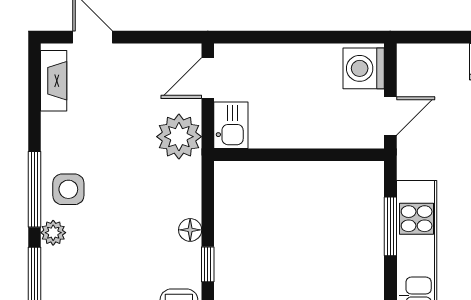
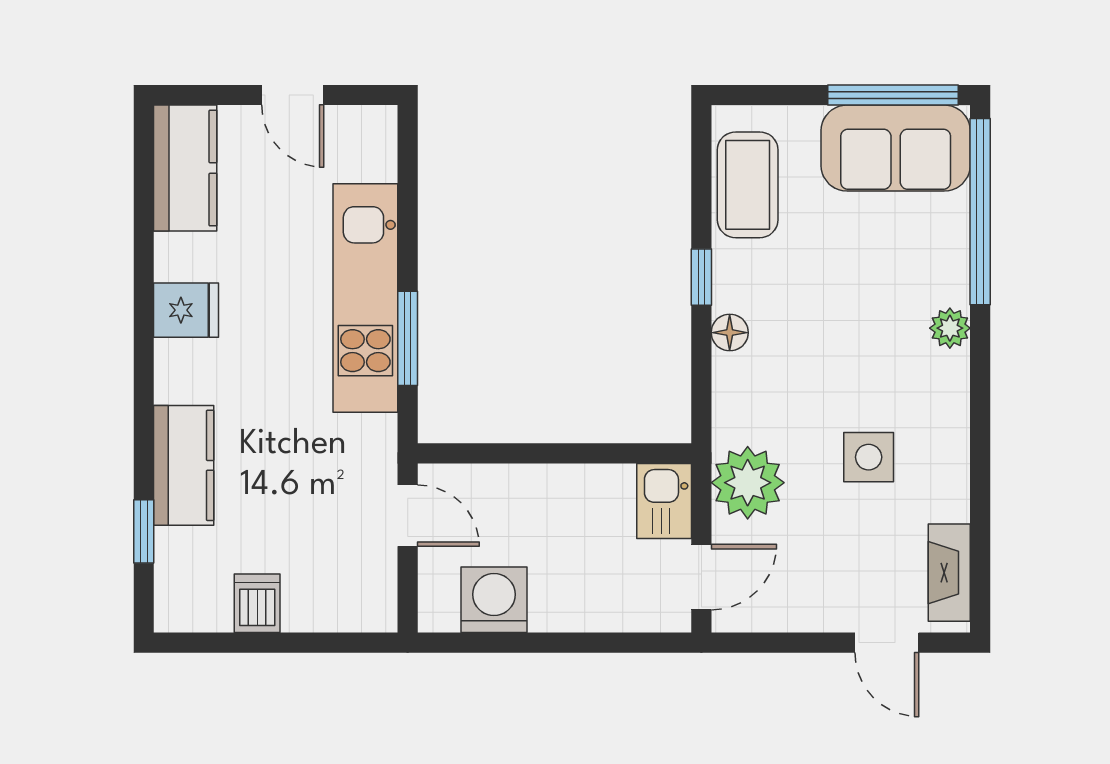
washing machine: (364, 68) -> (494, 600), moved, turned -90
door: (390, 116) -> (408, 516), swing flipped
window: (34, 189) -> (980, 398), removed
side table: (68, 189) -> (869, 457), moved

